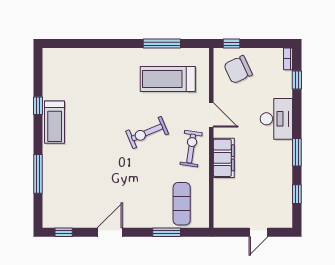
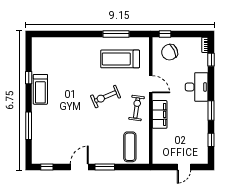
window: (167, 232) -> (105, 167), moved

